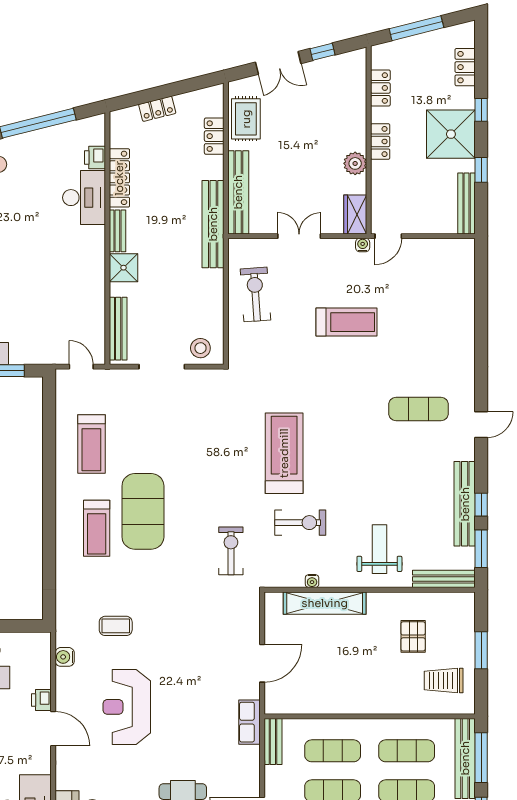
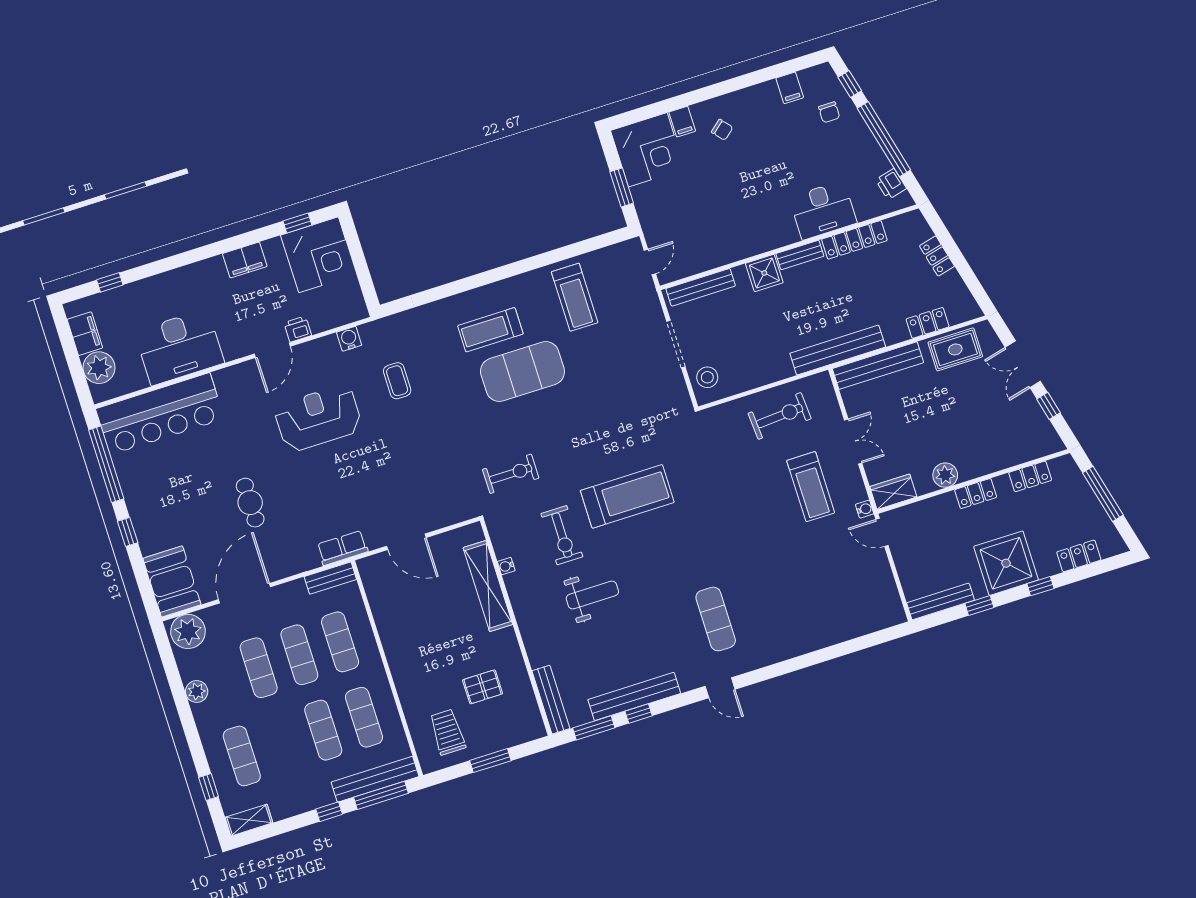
printer: (95, 157) -> (891, 184), moved, turned -104
treadmill: (347, 322) -> (811, 487), moved
treadmill: (91, 444) -> (575, 297), turned -90
weight bench: (379, 549) -> (592, 595), moved

